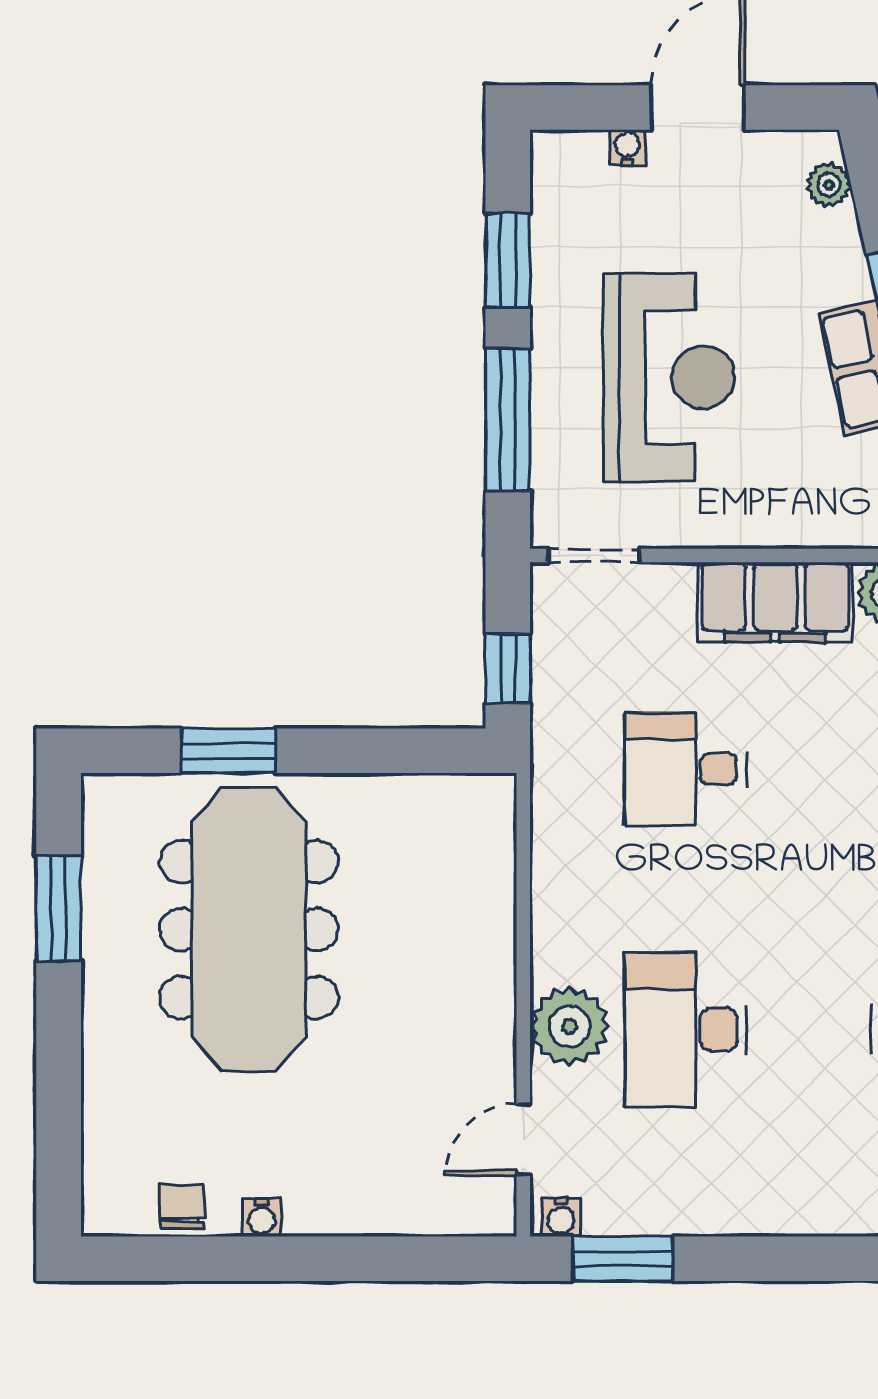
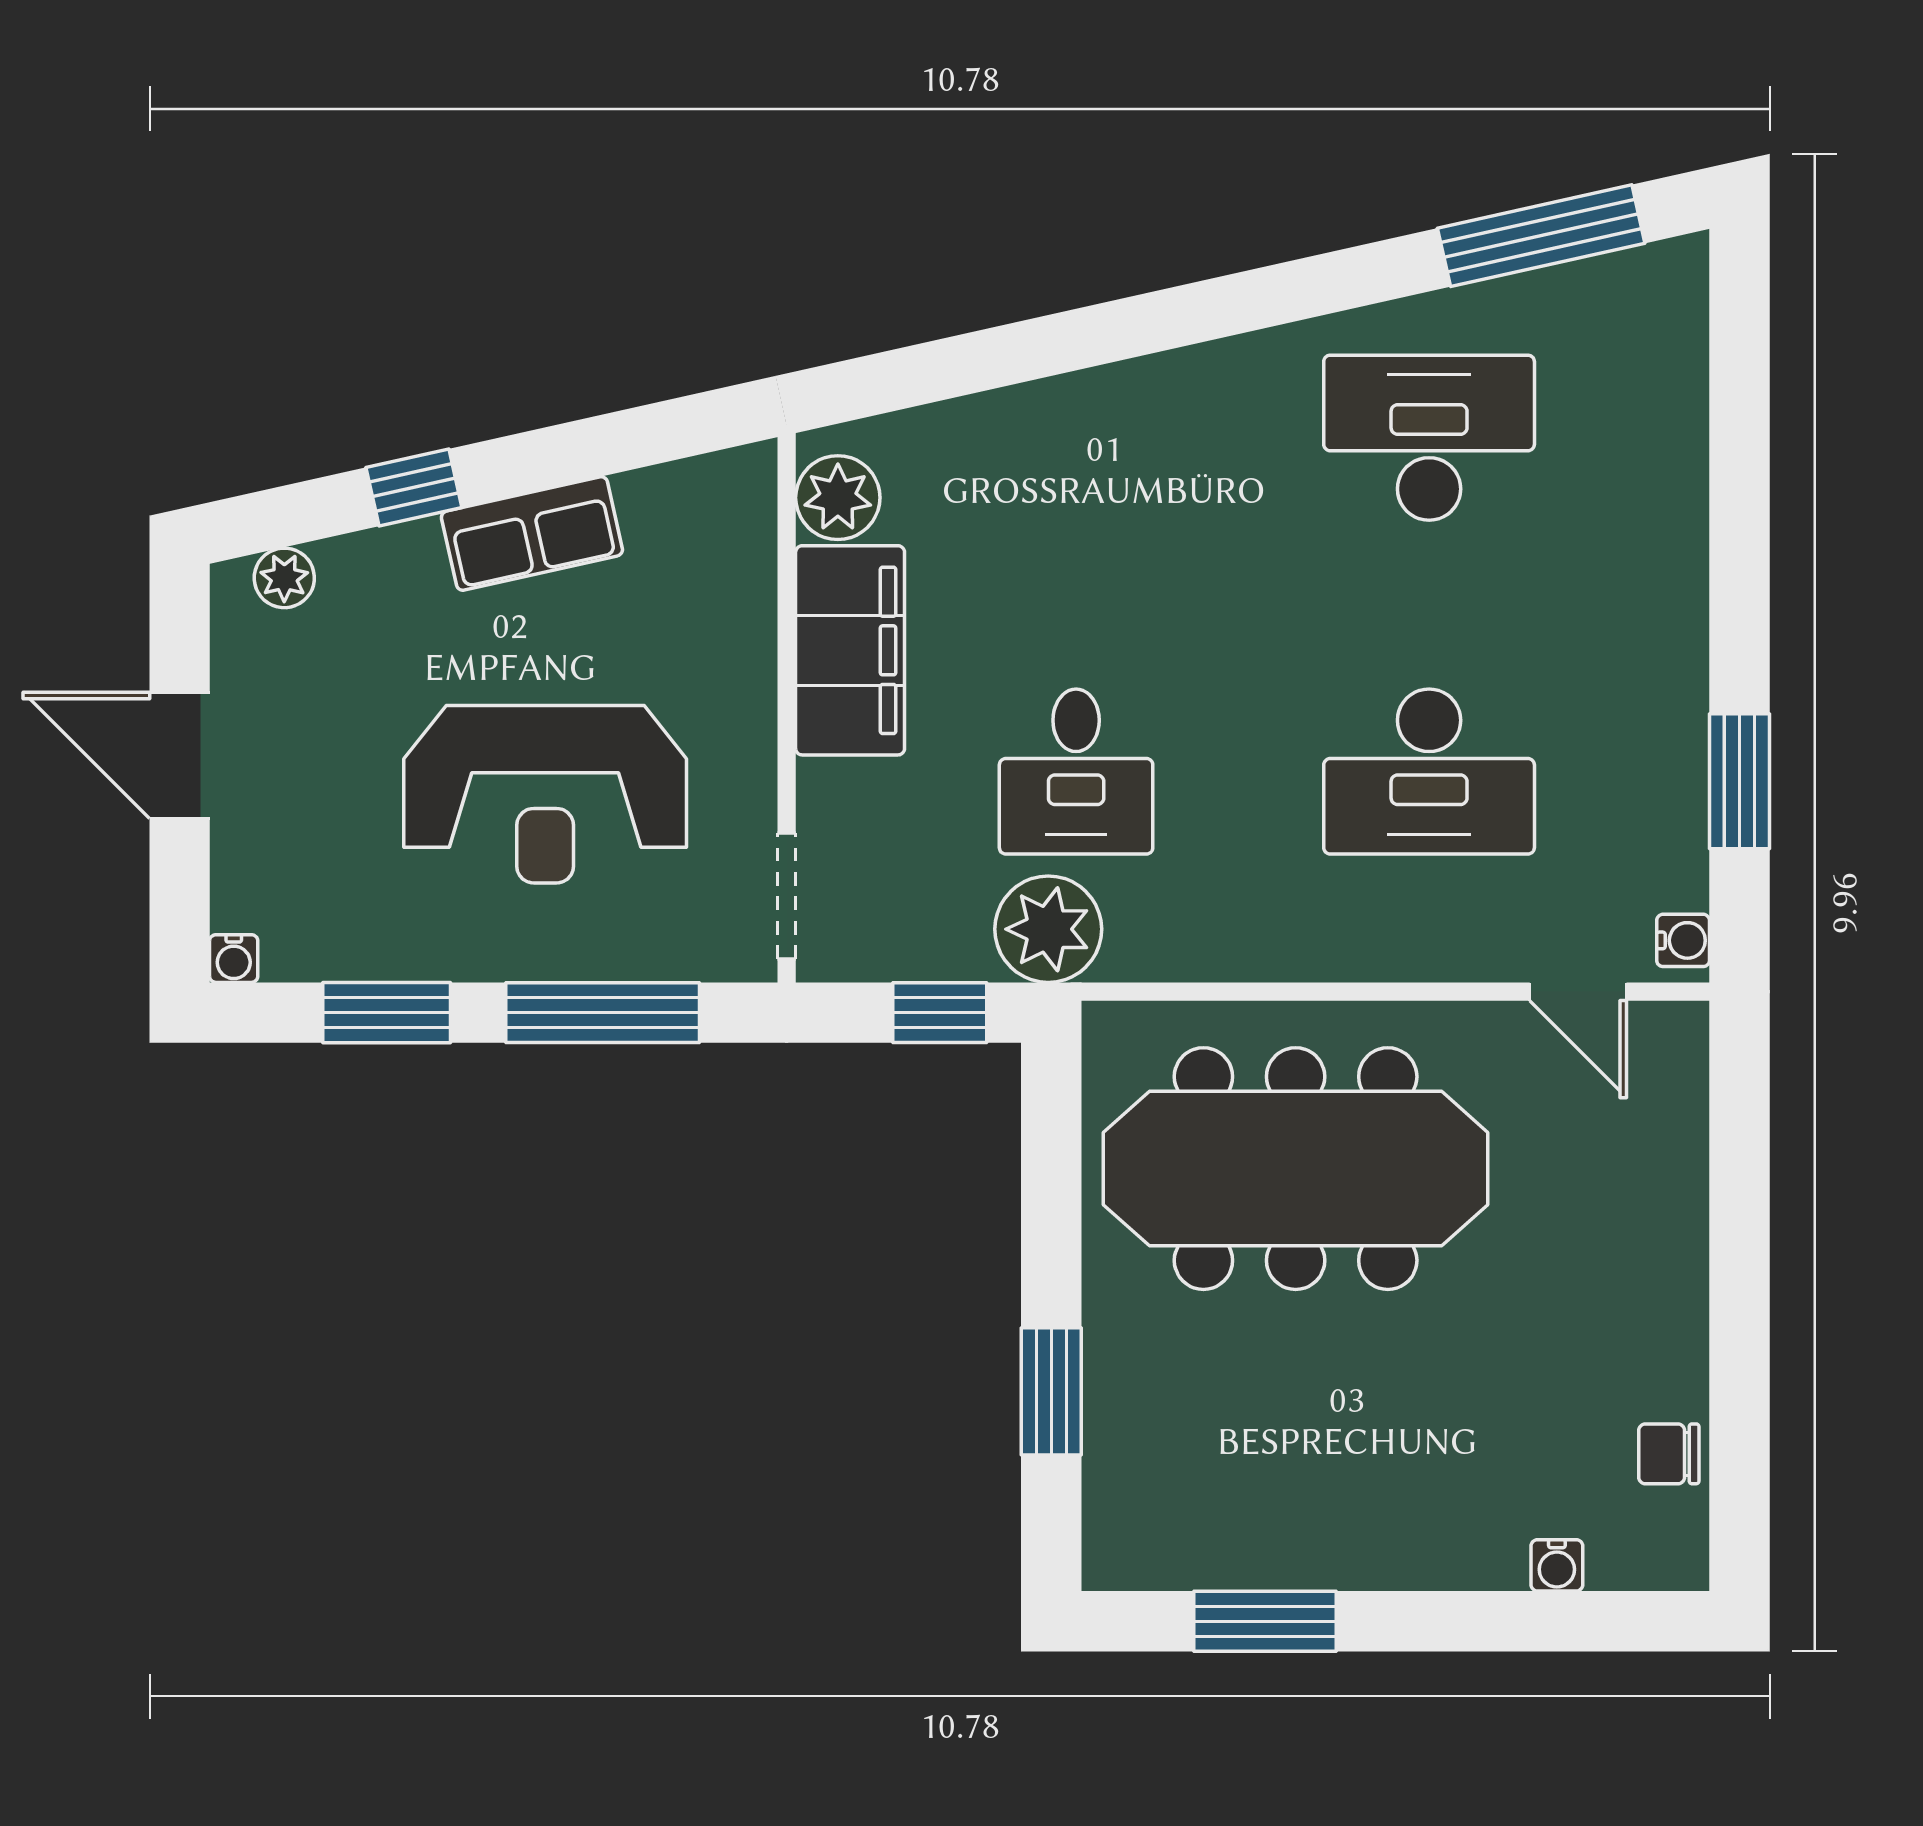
water cooler: (627, 147) -> (234, 959), moved, turned -90
reception desk: (669, 377) -> (545, 794), turned 180
meeting table: (249, 930) -> (1296, 1169), moved
plant: (569, 1026) -> (1048, 929), moved
water cooler: (262, 1217) -> (1557, 1565), moved, turned 90
window: (623, 1259) -> (1739, 781), moved

